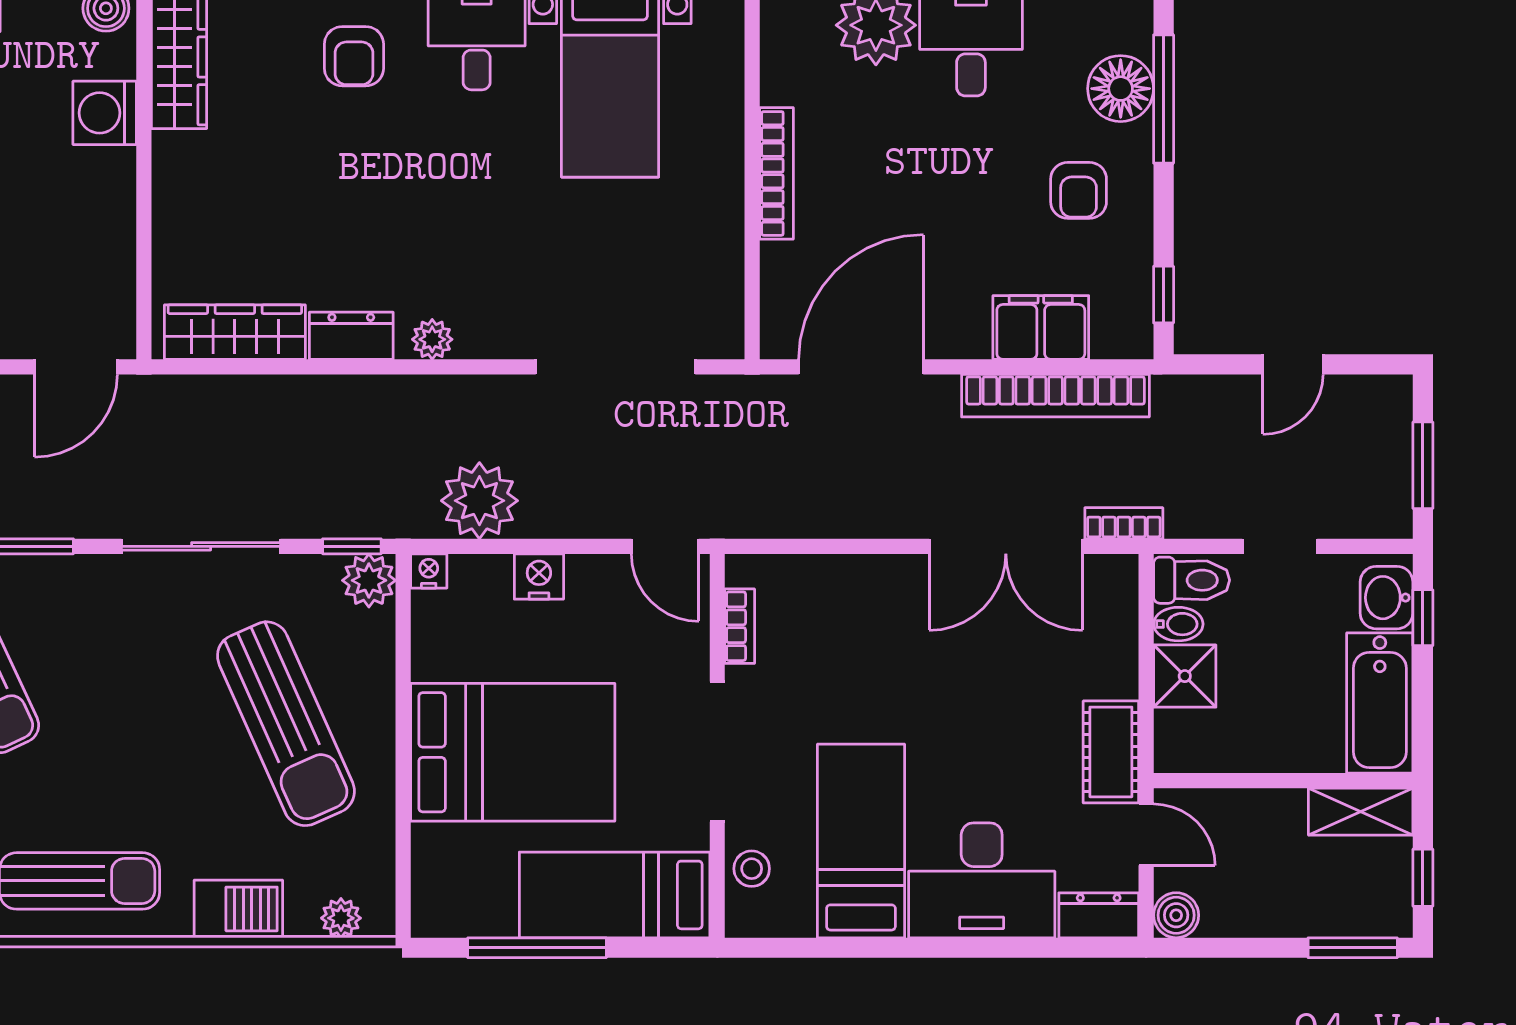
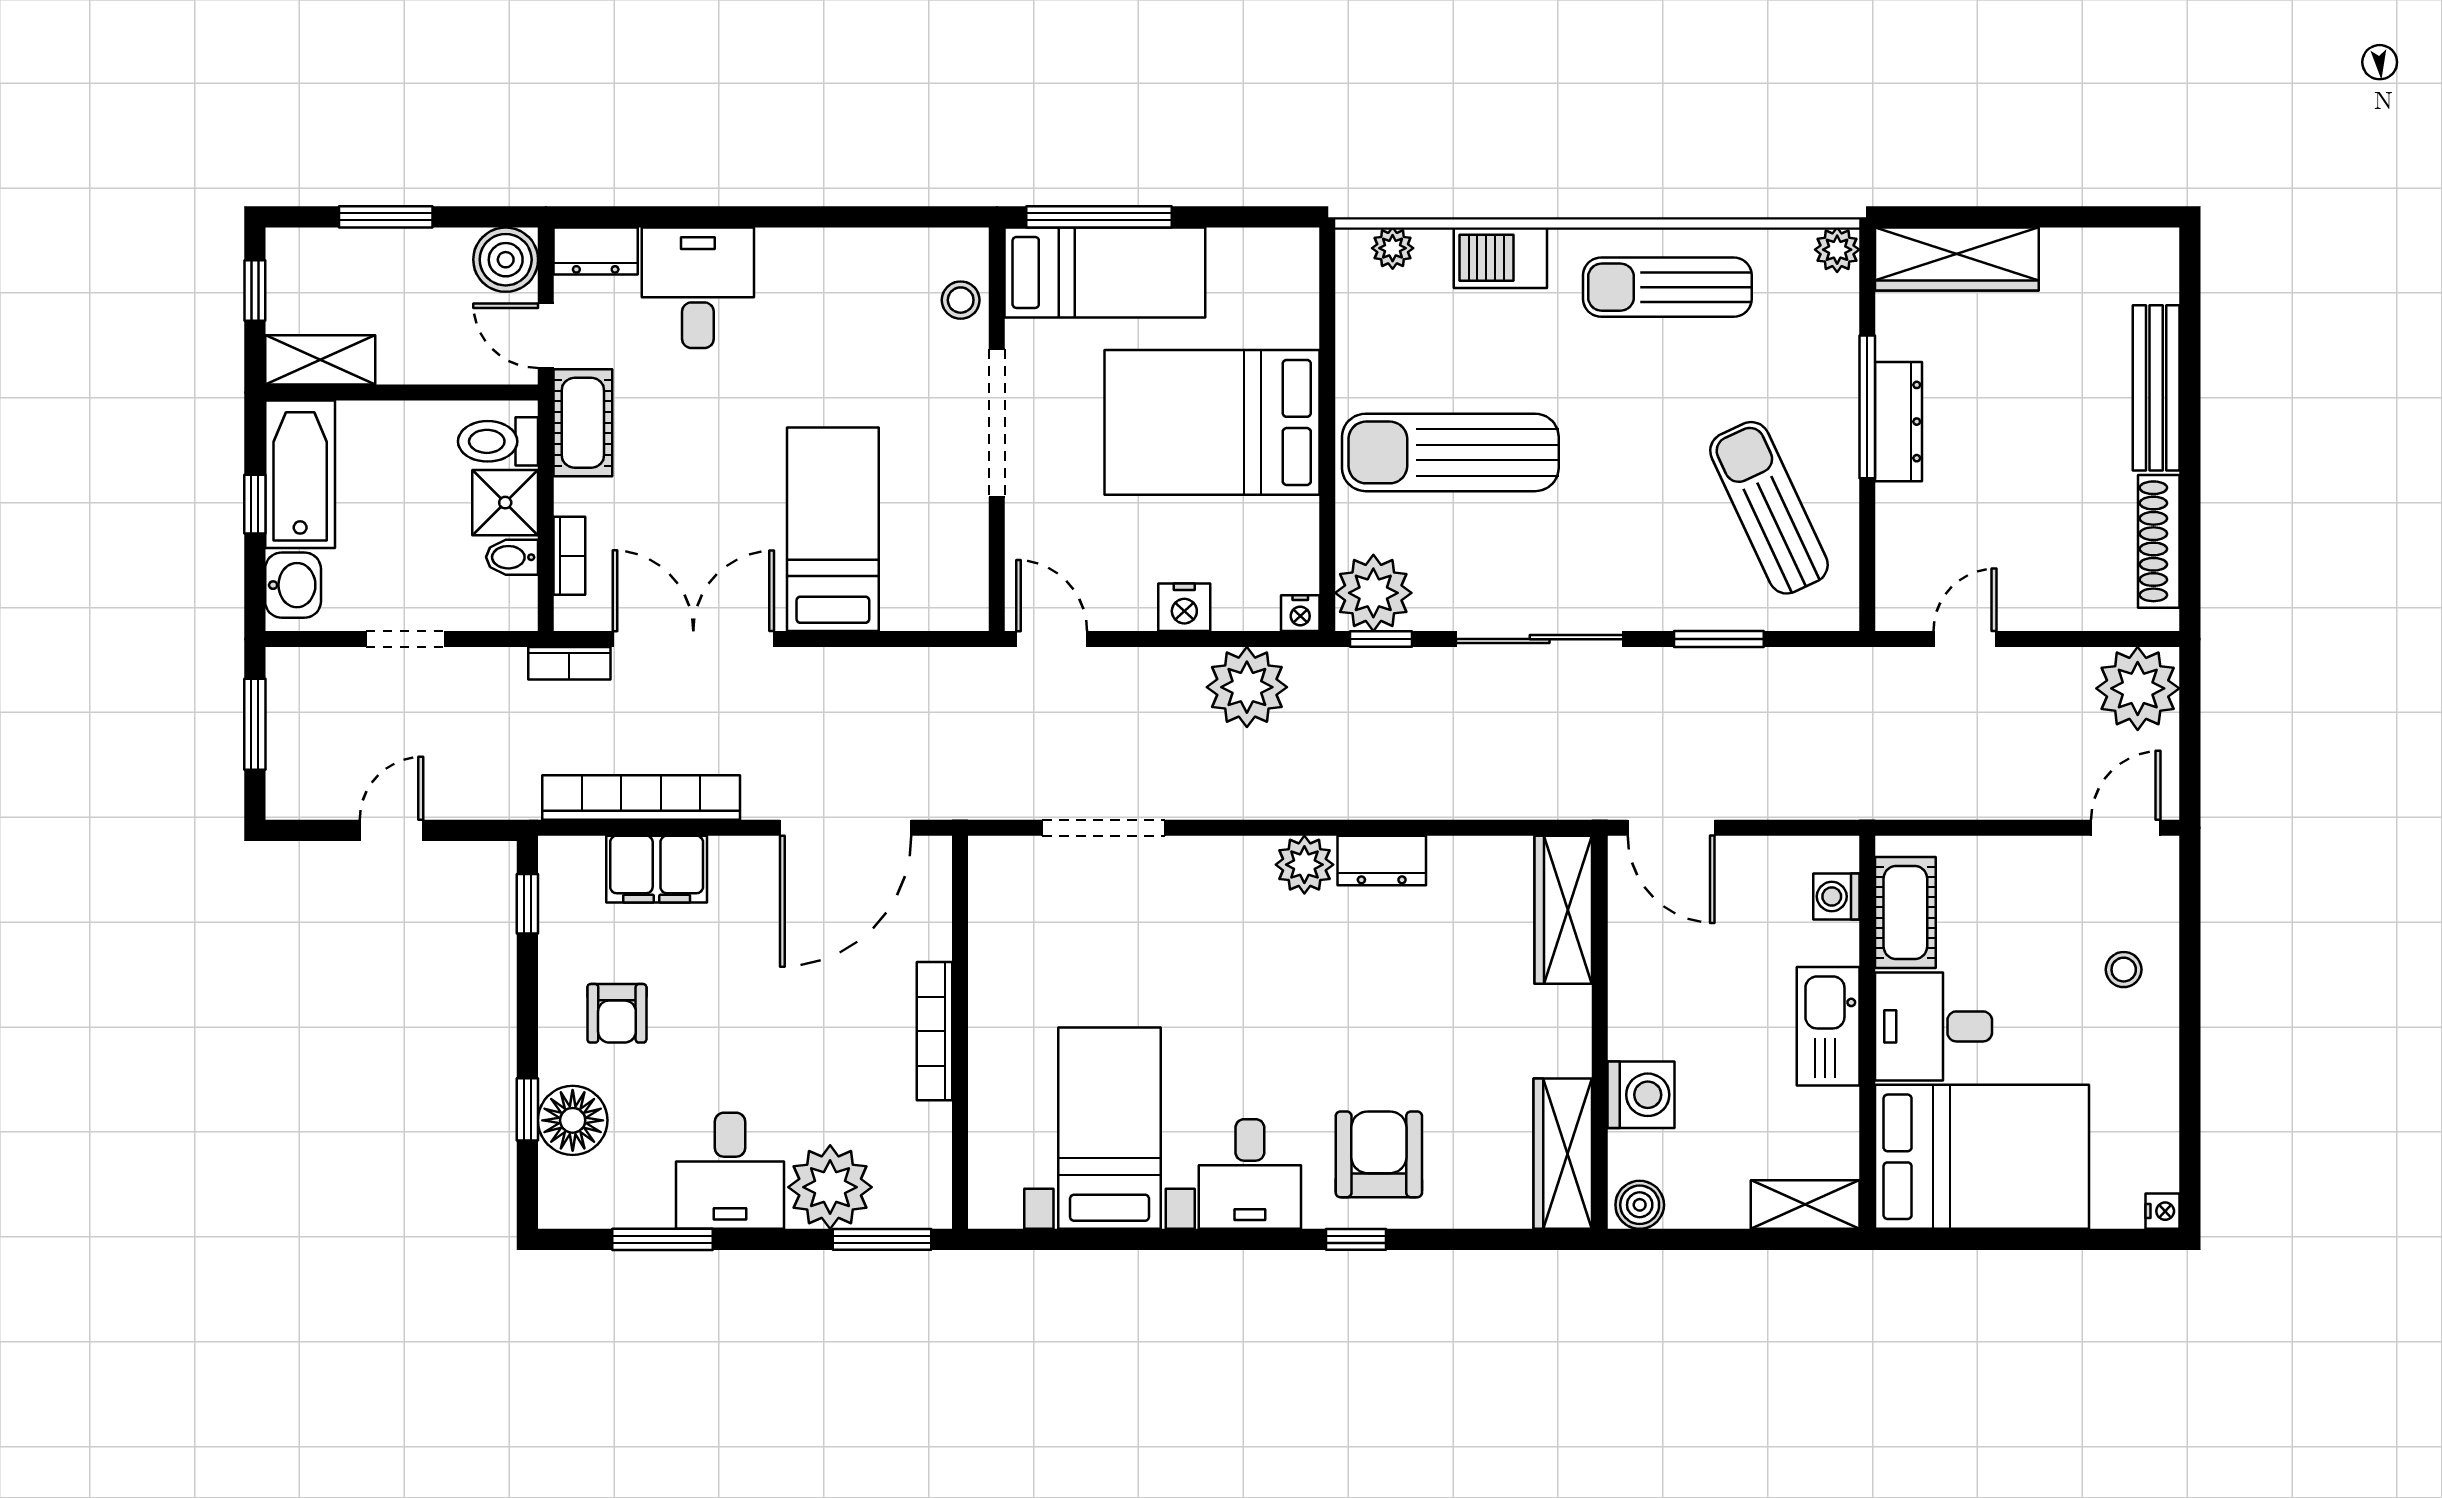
armchair: (354, 56) -> (1379, 1154), width x1.38, depth x1.38
window: (1164, 99) -> (527, 1109), width x0.46
armchair: (1079, 190) -> (617, 1013), turned 180
wardrobe: (235, 332) -> (1563, 910), moved, turned 90
plant: (432, 339) -> (1304, 865), width x1.38, depth x1.38
door: (76, 367) -> (1671, 828), swing flipped
doorway: (615, 367) -> (1104, 828), width x0.73
plant: (369, 580) -> (1373, 593), width x1.36, depth x1.36
toilet: (1192, 580) -> (498, 441), moved
window: (1423, 618) -> (255, 504), moved
bookcase: (740, 626) -> (569, 556), moved, turned 180
sun lounger: (286, 724) -> (1450, 452), turned -66
bed: (861, 841) -> (833, 529), moved, turned 180
desk: (982, 880) -> (698, 288), width x0.73
boiler: (1176, 915) -> (506, 260), width x1.36, depth x1.36
window: (537, 948) -> (1099, 217), moved
window: (1353, 948) -> (386, 217), moved

